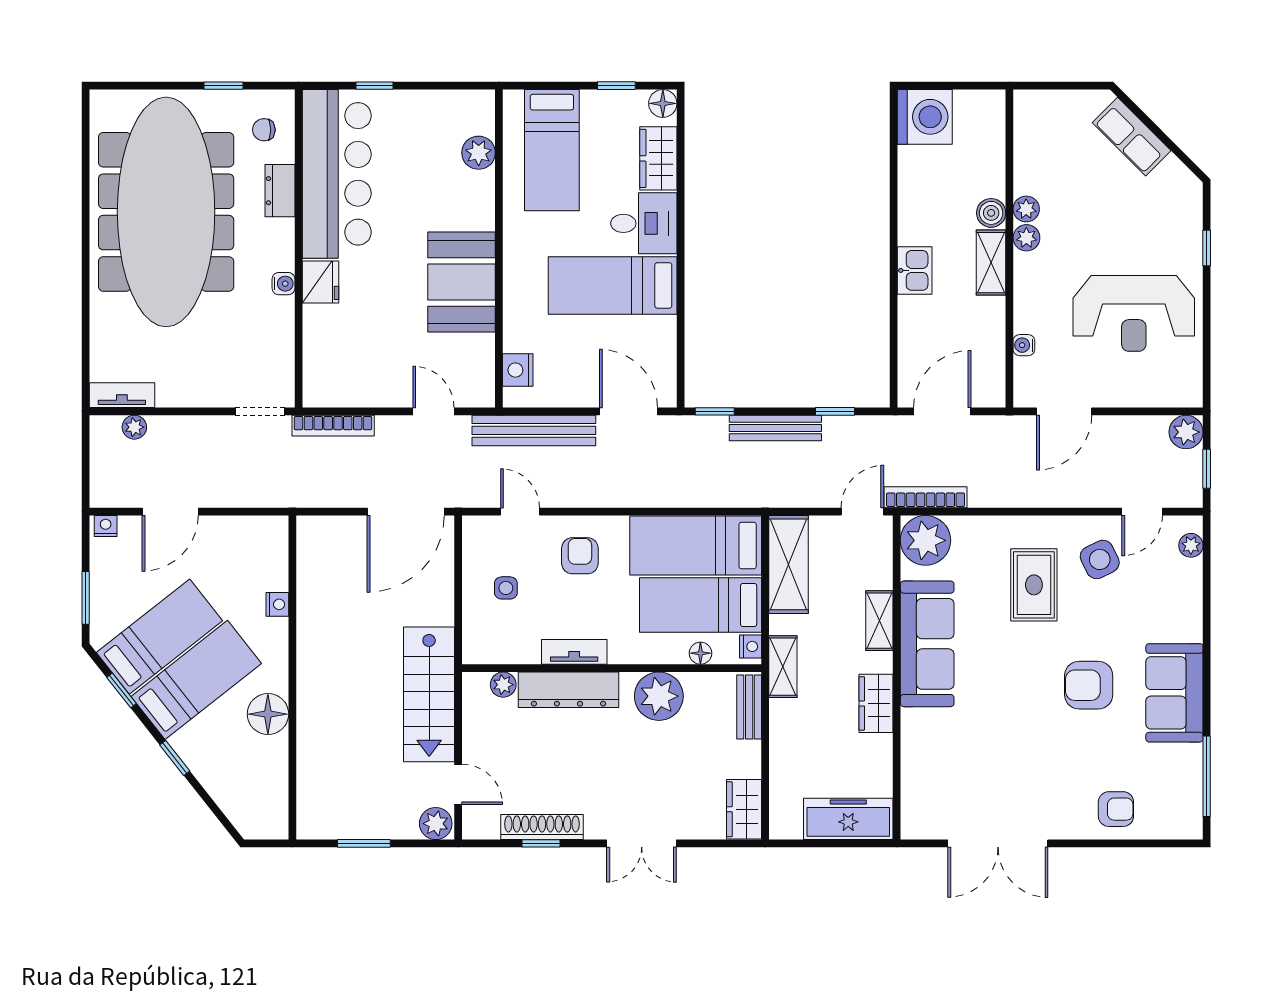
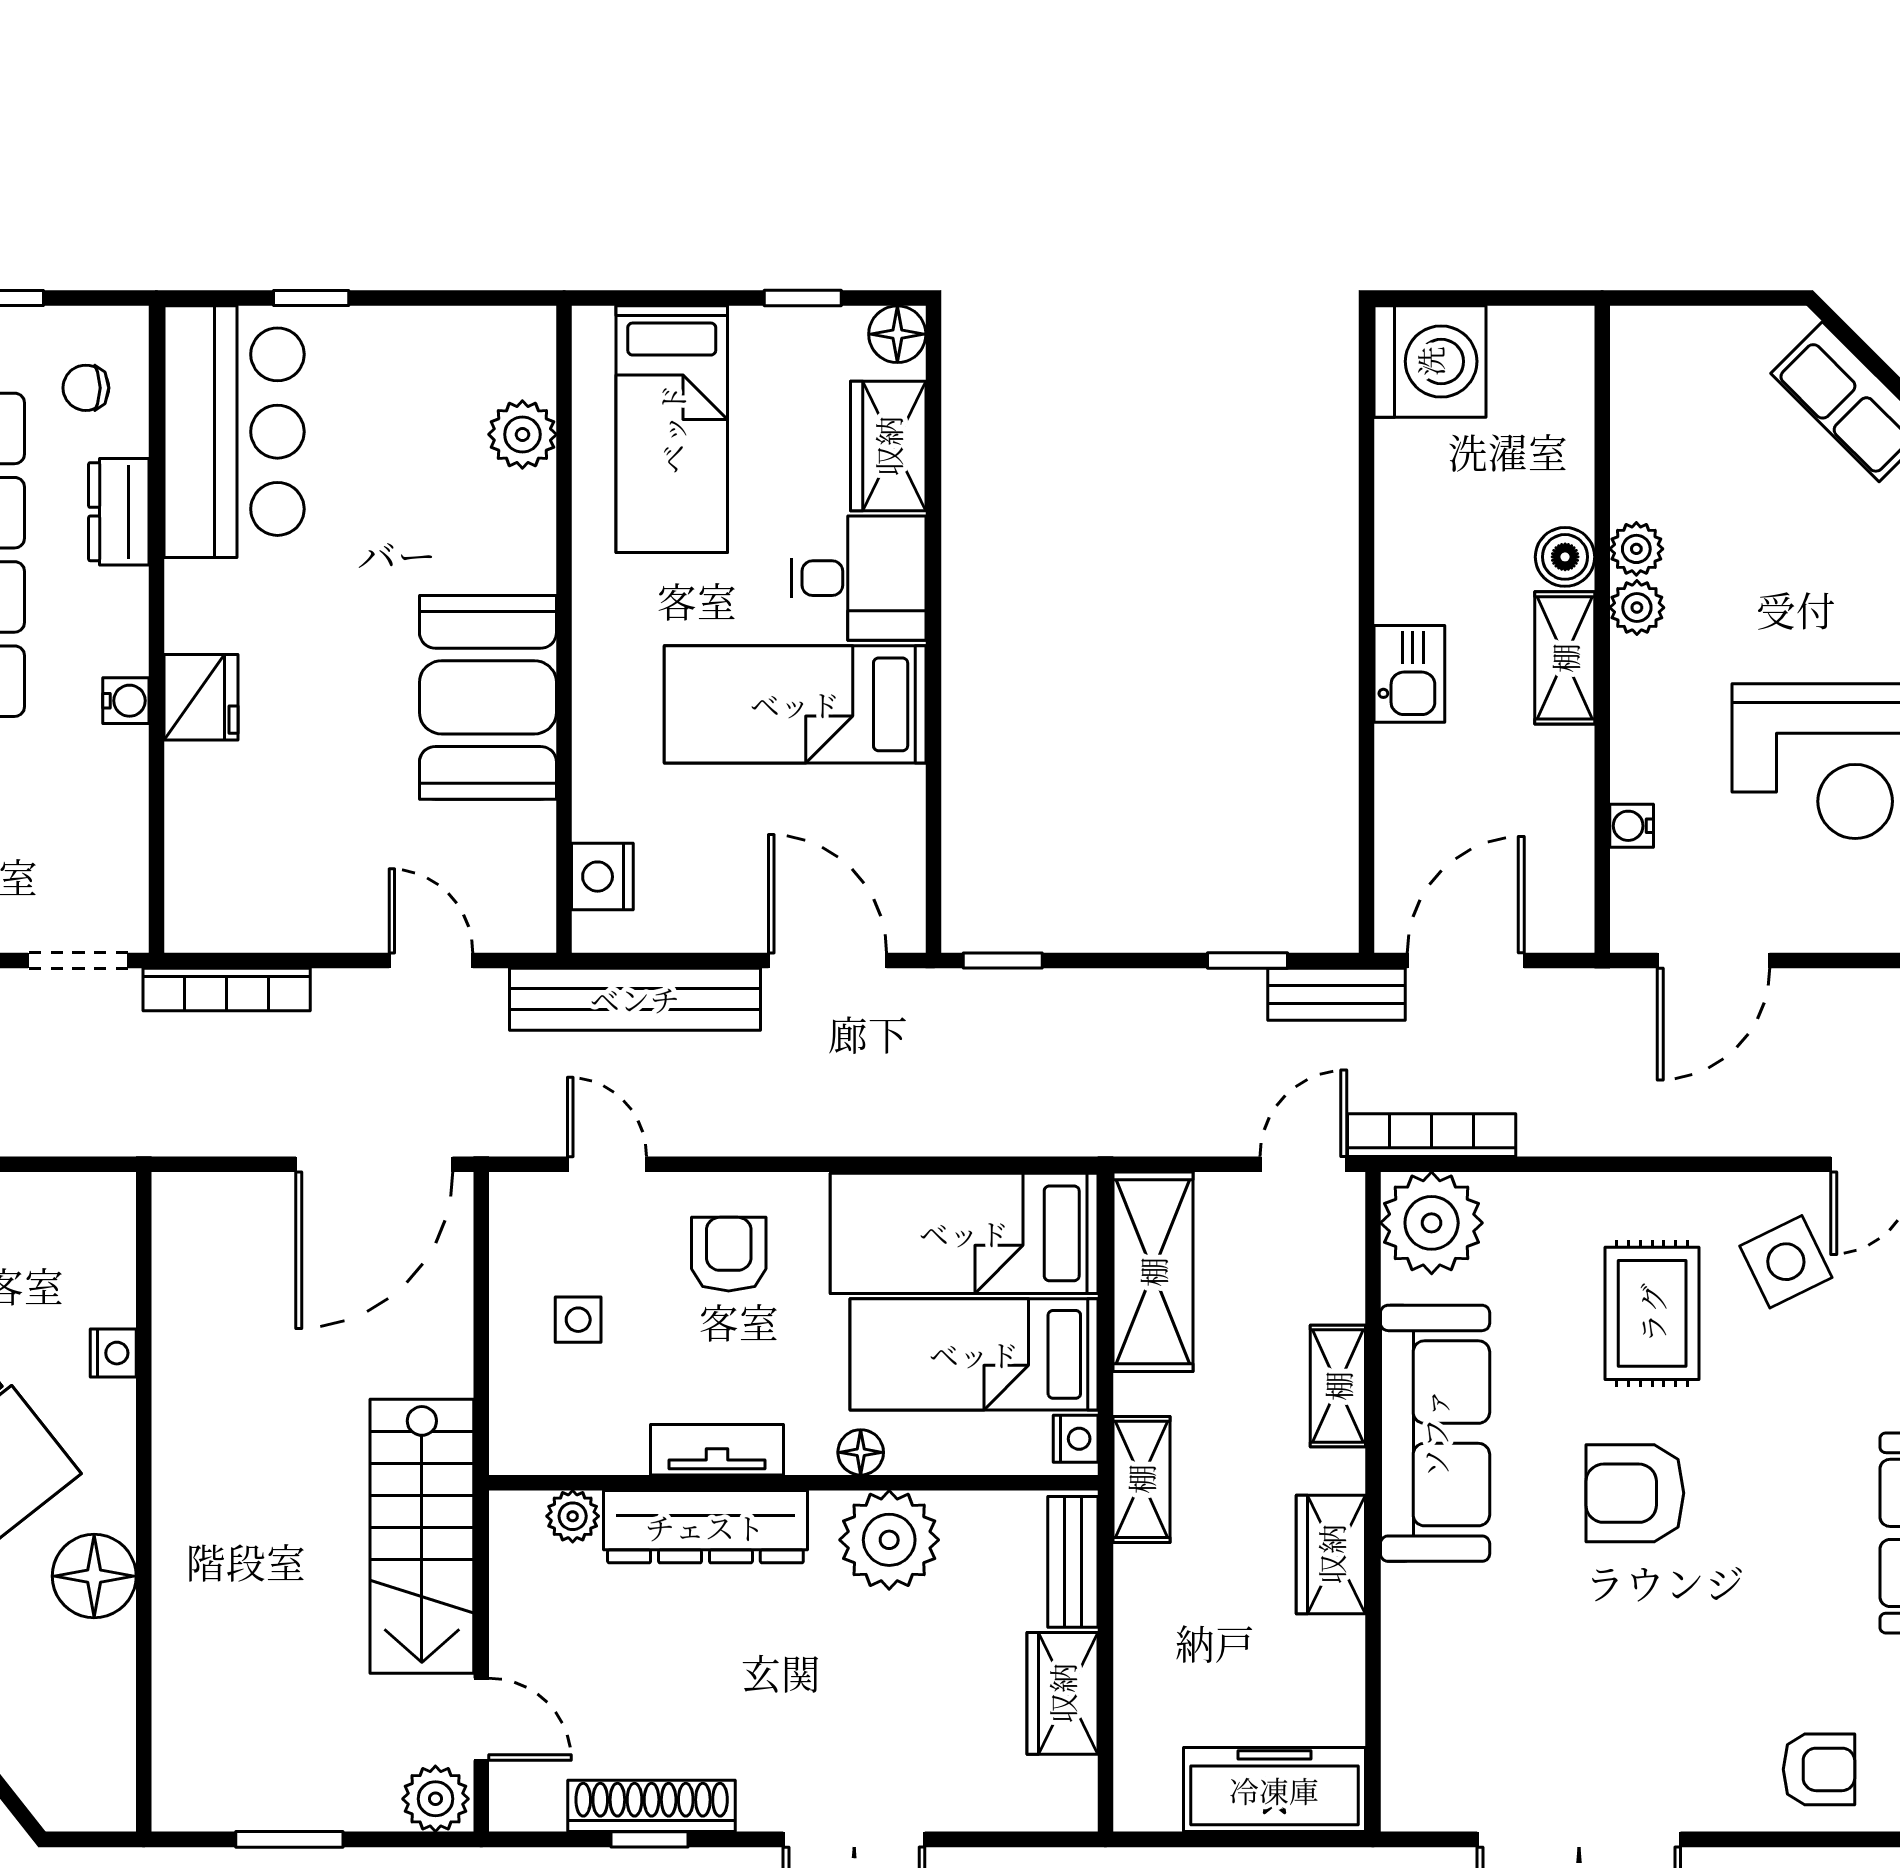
bar counter: (337, 174) -> (234, 432), width x0.73
bench: (775, 428) -> (1337, 994), moved, width x0.73
floor lamp: (700, 653) -> (861, 1452), moved
armchair: (1089, 685) -> (1635, 1493), moved
wardrobe: (744, 809) -> (1062, 1693), moved

